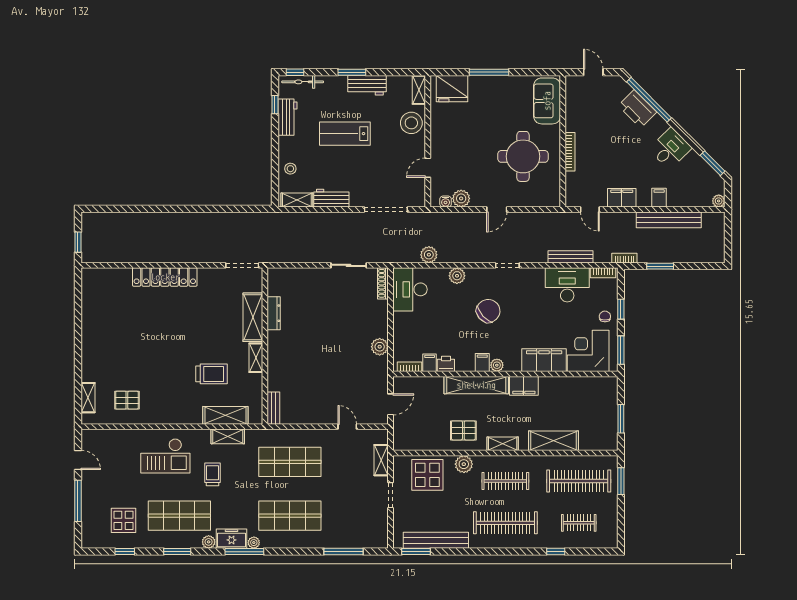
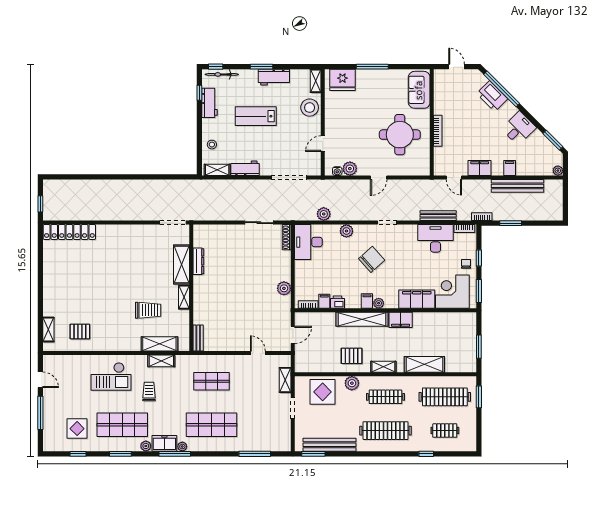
locker: (165, 277) -> (69, 232), moved
shop shelf: (290, 462) -> (211, 381), width x0.70, depth x0.74

